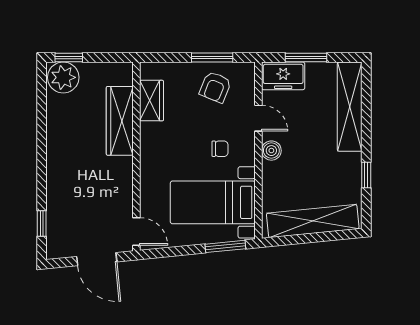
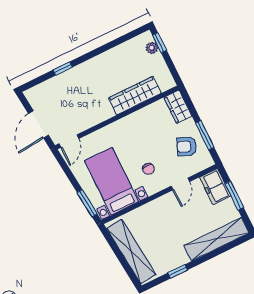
plant: (63, 77) -> (152, 48), width x0.53, depth x0.53
wardrobe: (151, 101) -> (178, 107), moved, turned 90
boiler: (271, 151) -> (164, 203), removed
window: (42, 224) -> (63, 68), moved

